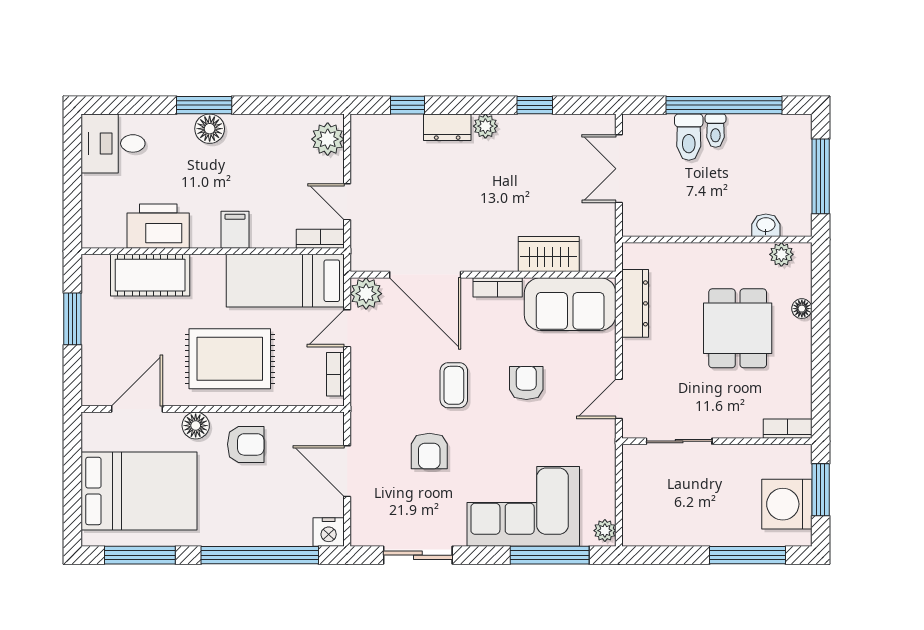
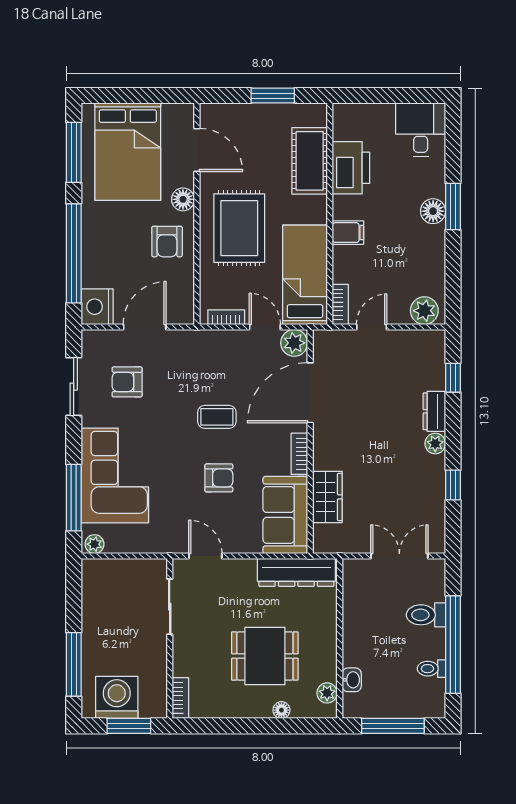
toilet: (716, 131) -> (431, 669), moved
dresser: (635, 303) -> (296, 572), width x1.37, depth x1.24
armchair: (429, 451) -> (127, 382), moved
nightstand: (329, 532) -> (97, 307), width x1.36, depth x1.33

